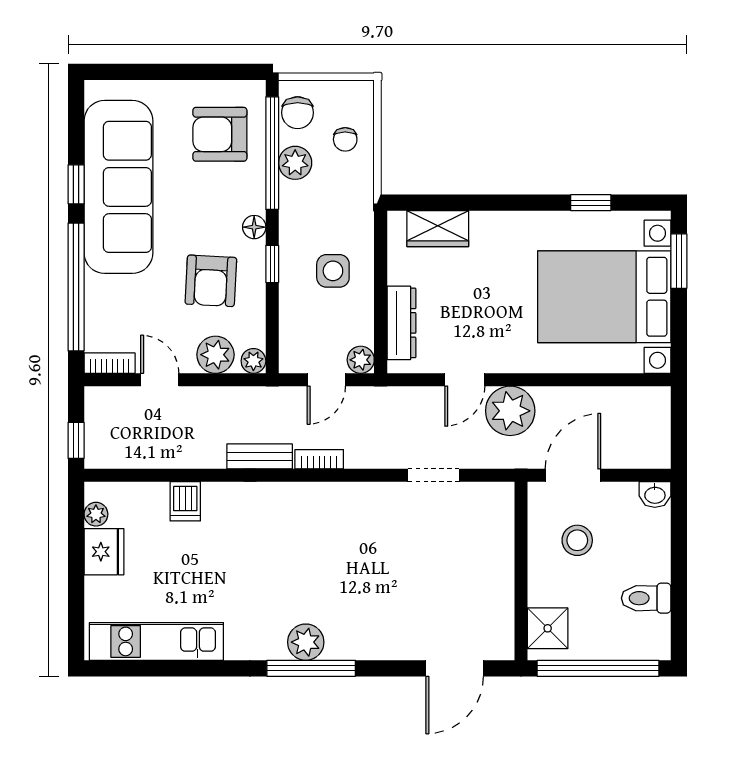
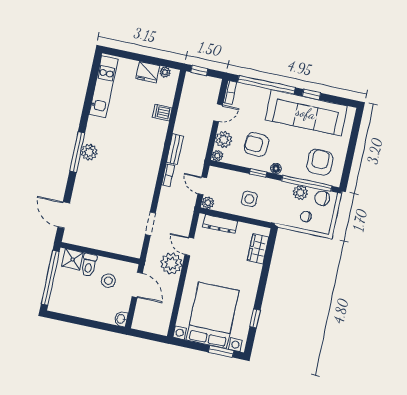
toilet: (646, 598) -> (89, 265), moved, turned 180

